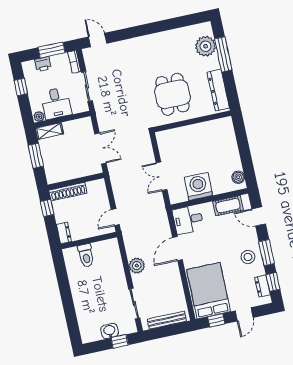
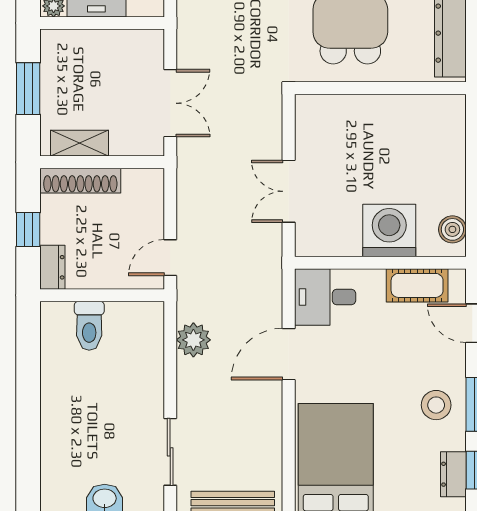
shelving: (49, 131) -> (79, 143), moved
washing machine: (198, 186) -> (389, 230), moved
window: (47, 208) -> (28, 230), moved
plant: (137, 266) -> (193, 340), moved

